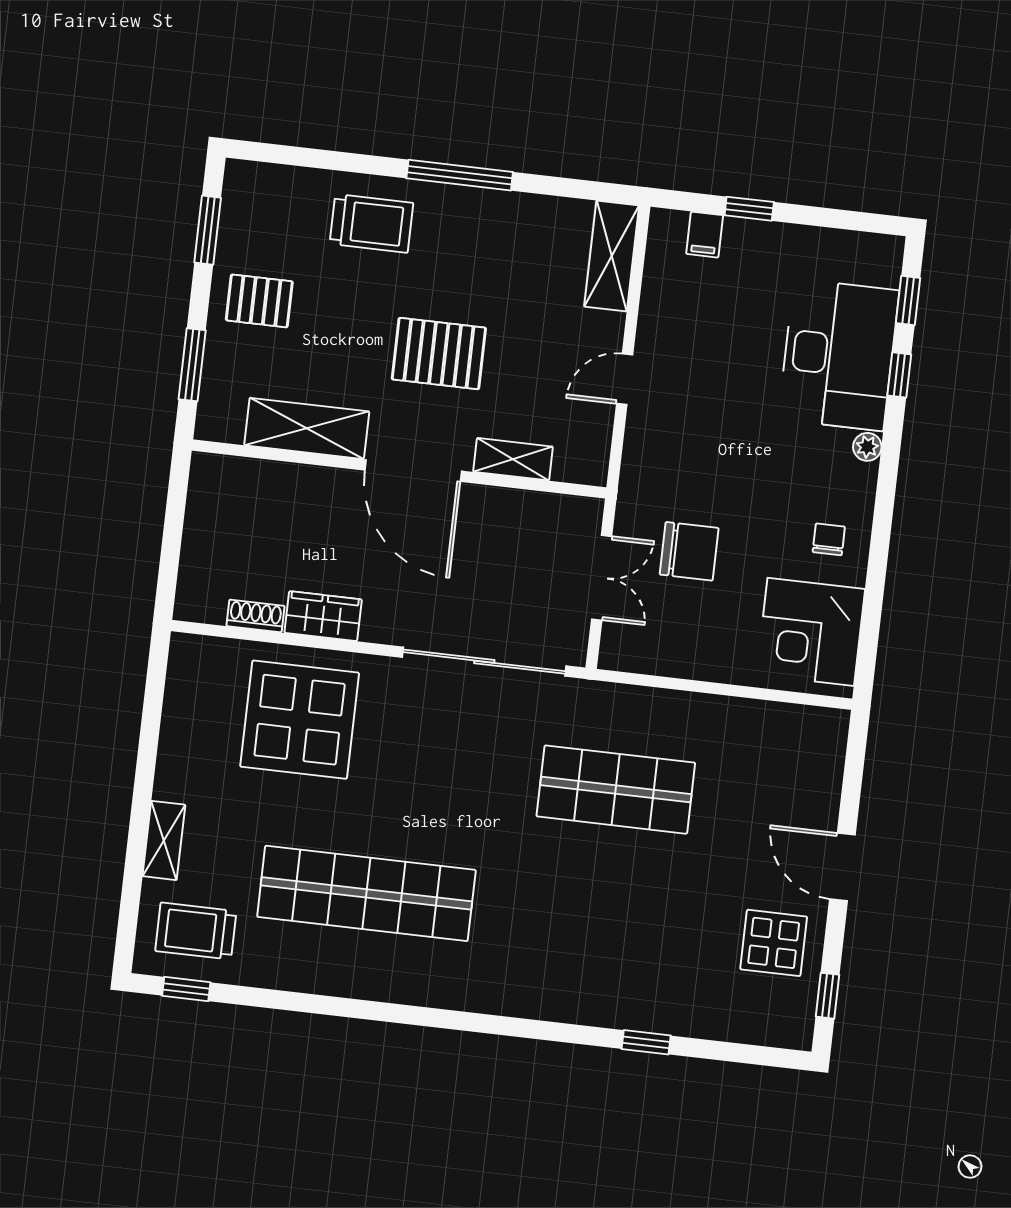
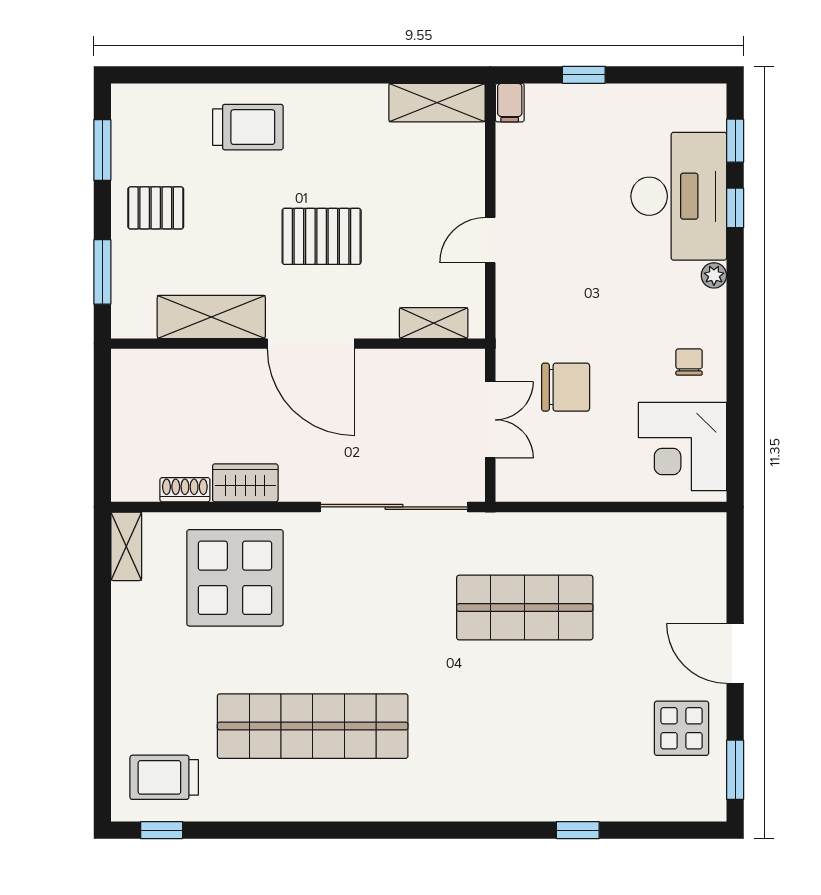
window: (460, 175) -> (322, 75), removed
filing cabinet: (705, 235) -> (510, 103), moved
shelving: (612, 256) -> (437, 103), moved, turned 90
shelving: (513, 459) -> (434, 323), moved
shelving: (164, 840) -> (126, 546), moved
window: (827, 996) -> (735, 770), width x1.50

